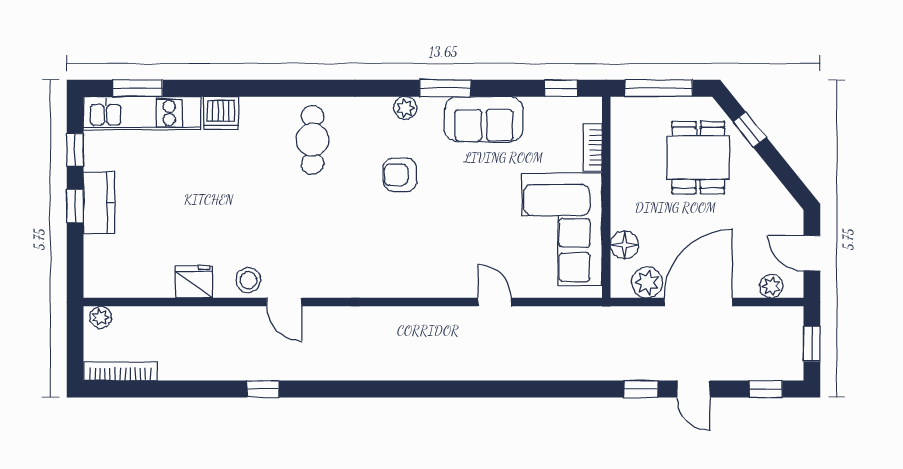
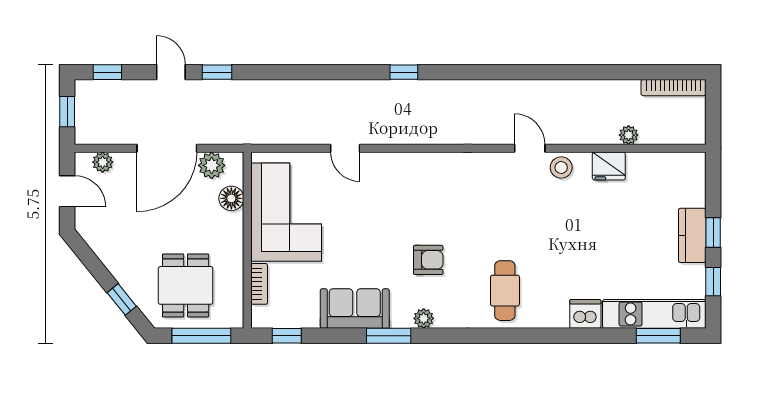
dining table: (698, 158) -> (186, 285), moved
plant: (101, 317) -> (629, 135), moved
window: (263, 389) -> (404, 72), moved

